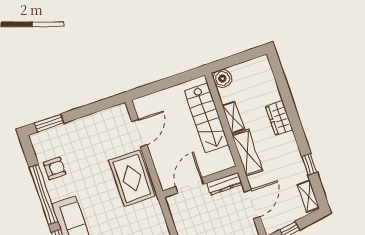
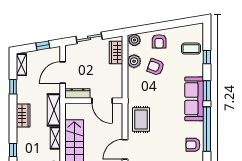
window: (282, 84) -> (13, 150), added
wardrobe: (279, 118) -> (23, 115), moved
rug: (132, 178) -> (141, 119), width x0.73, depth x0.70
door: (190, 185) -> (102, 101), hinge flipped

